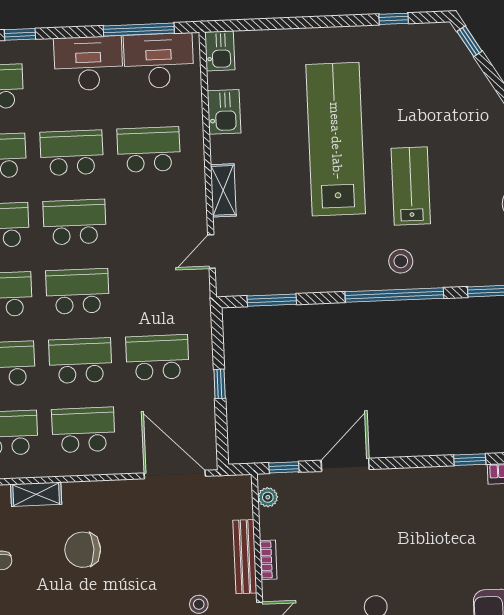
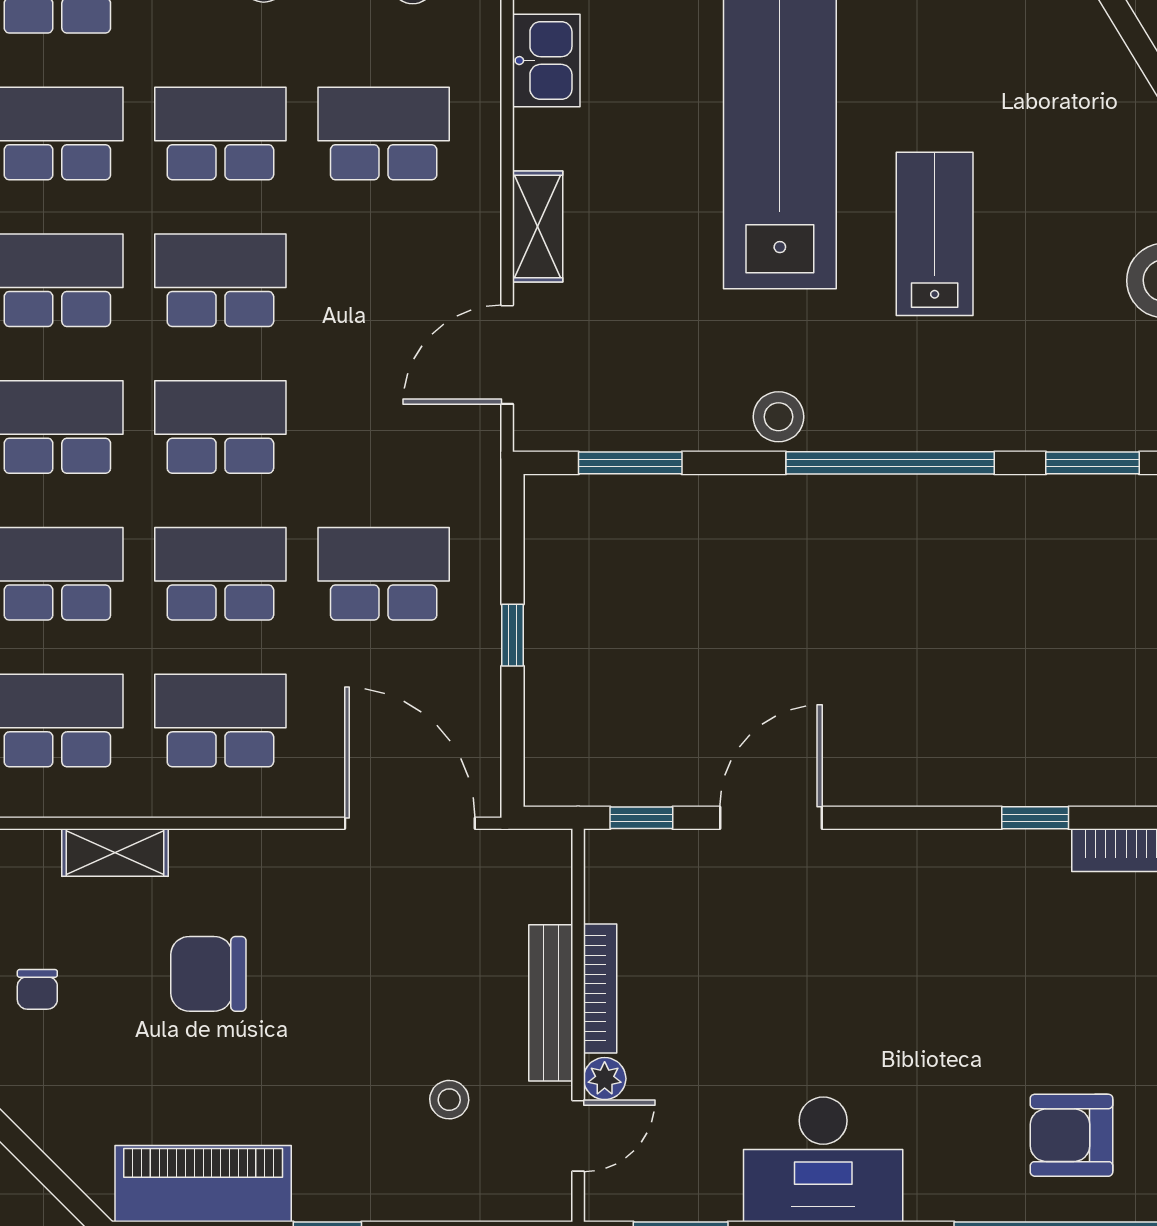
door: (211, 251) -> (507, 355), width x1.37
stool: (401, 261) -> (778, 417), moved
plant: (268, 497) -> (605, 1079), moved
bookcase: (268, 560) -> (600, 988), width x1.56

